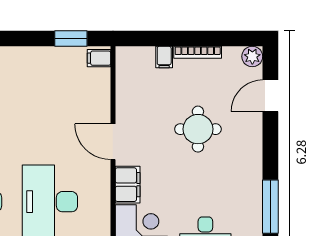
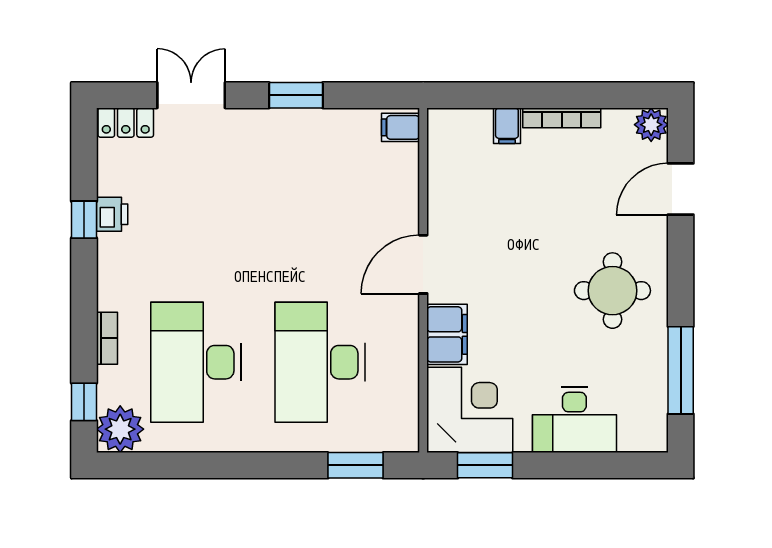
window: (71, 38) -> (296, 95), moved
round table: (198, 129) -> (612, 291), moved
door: (113, 142) -> (423, 264), hinge flipped

